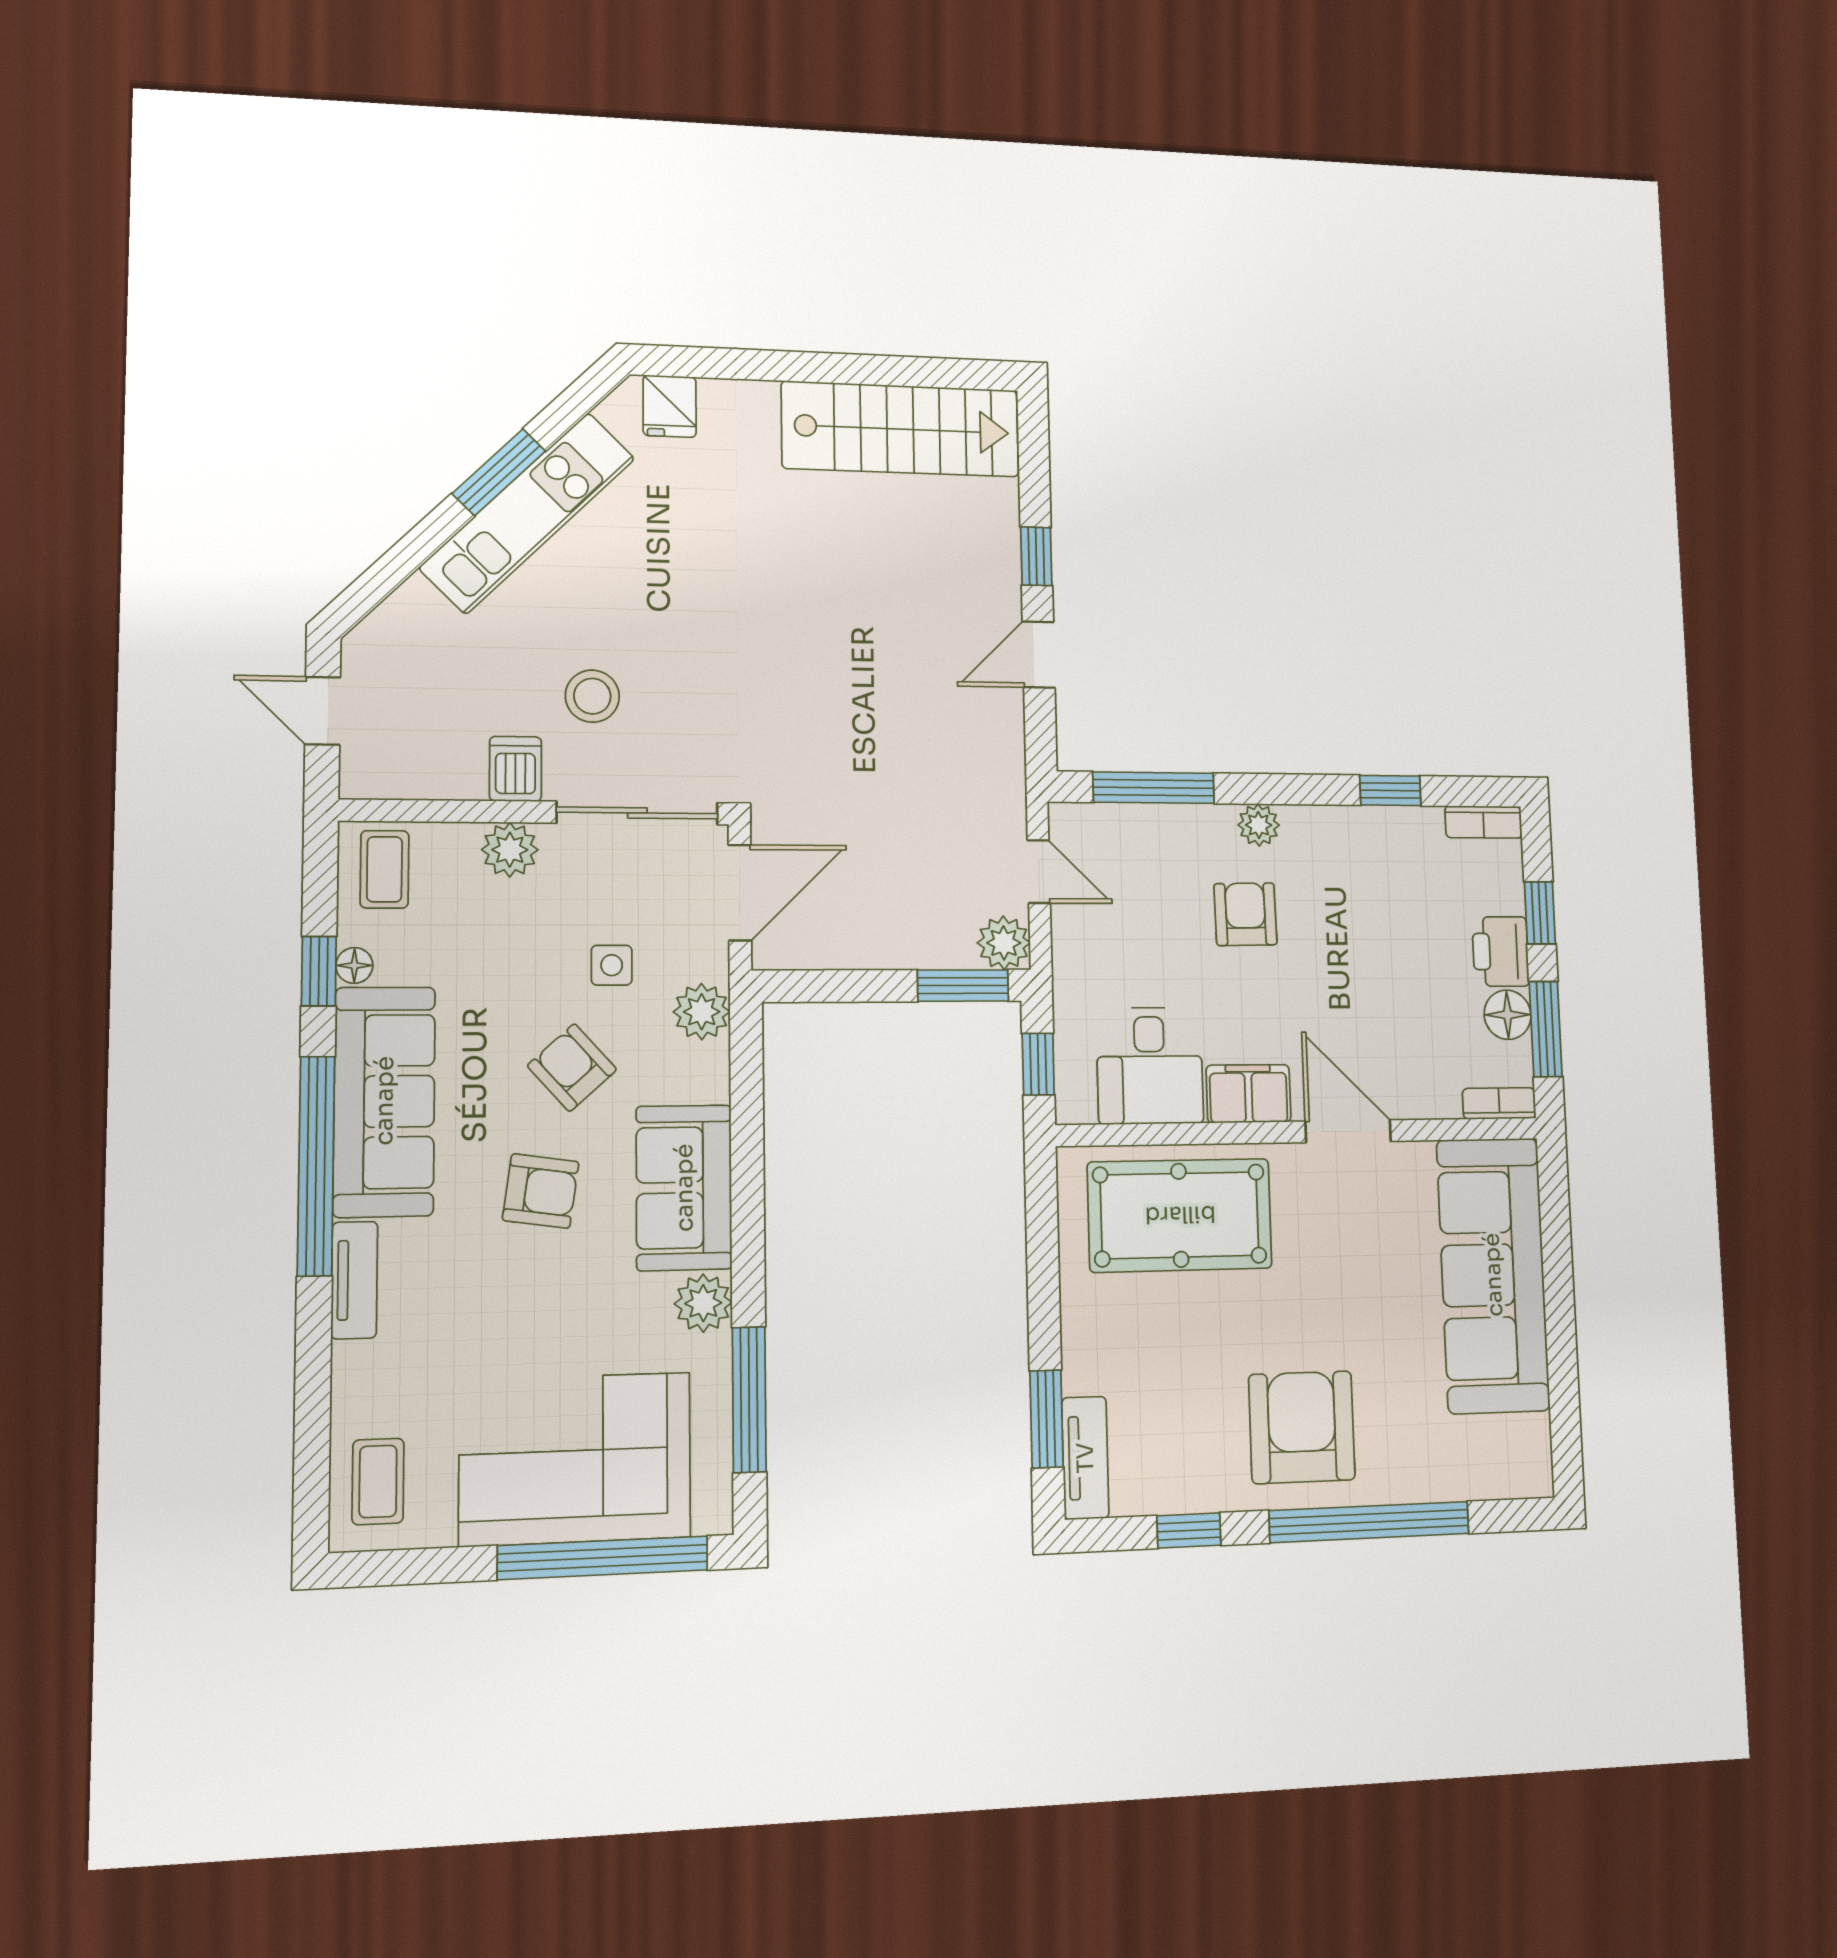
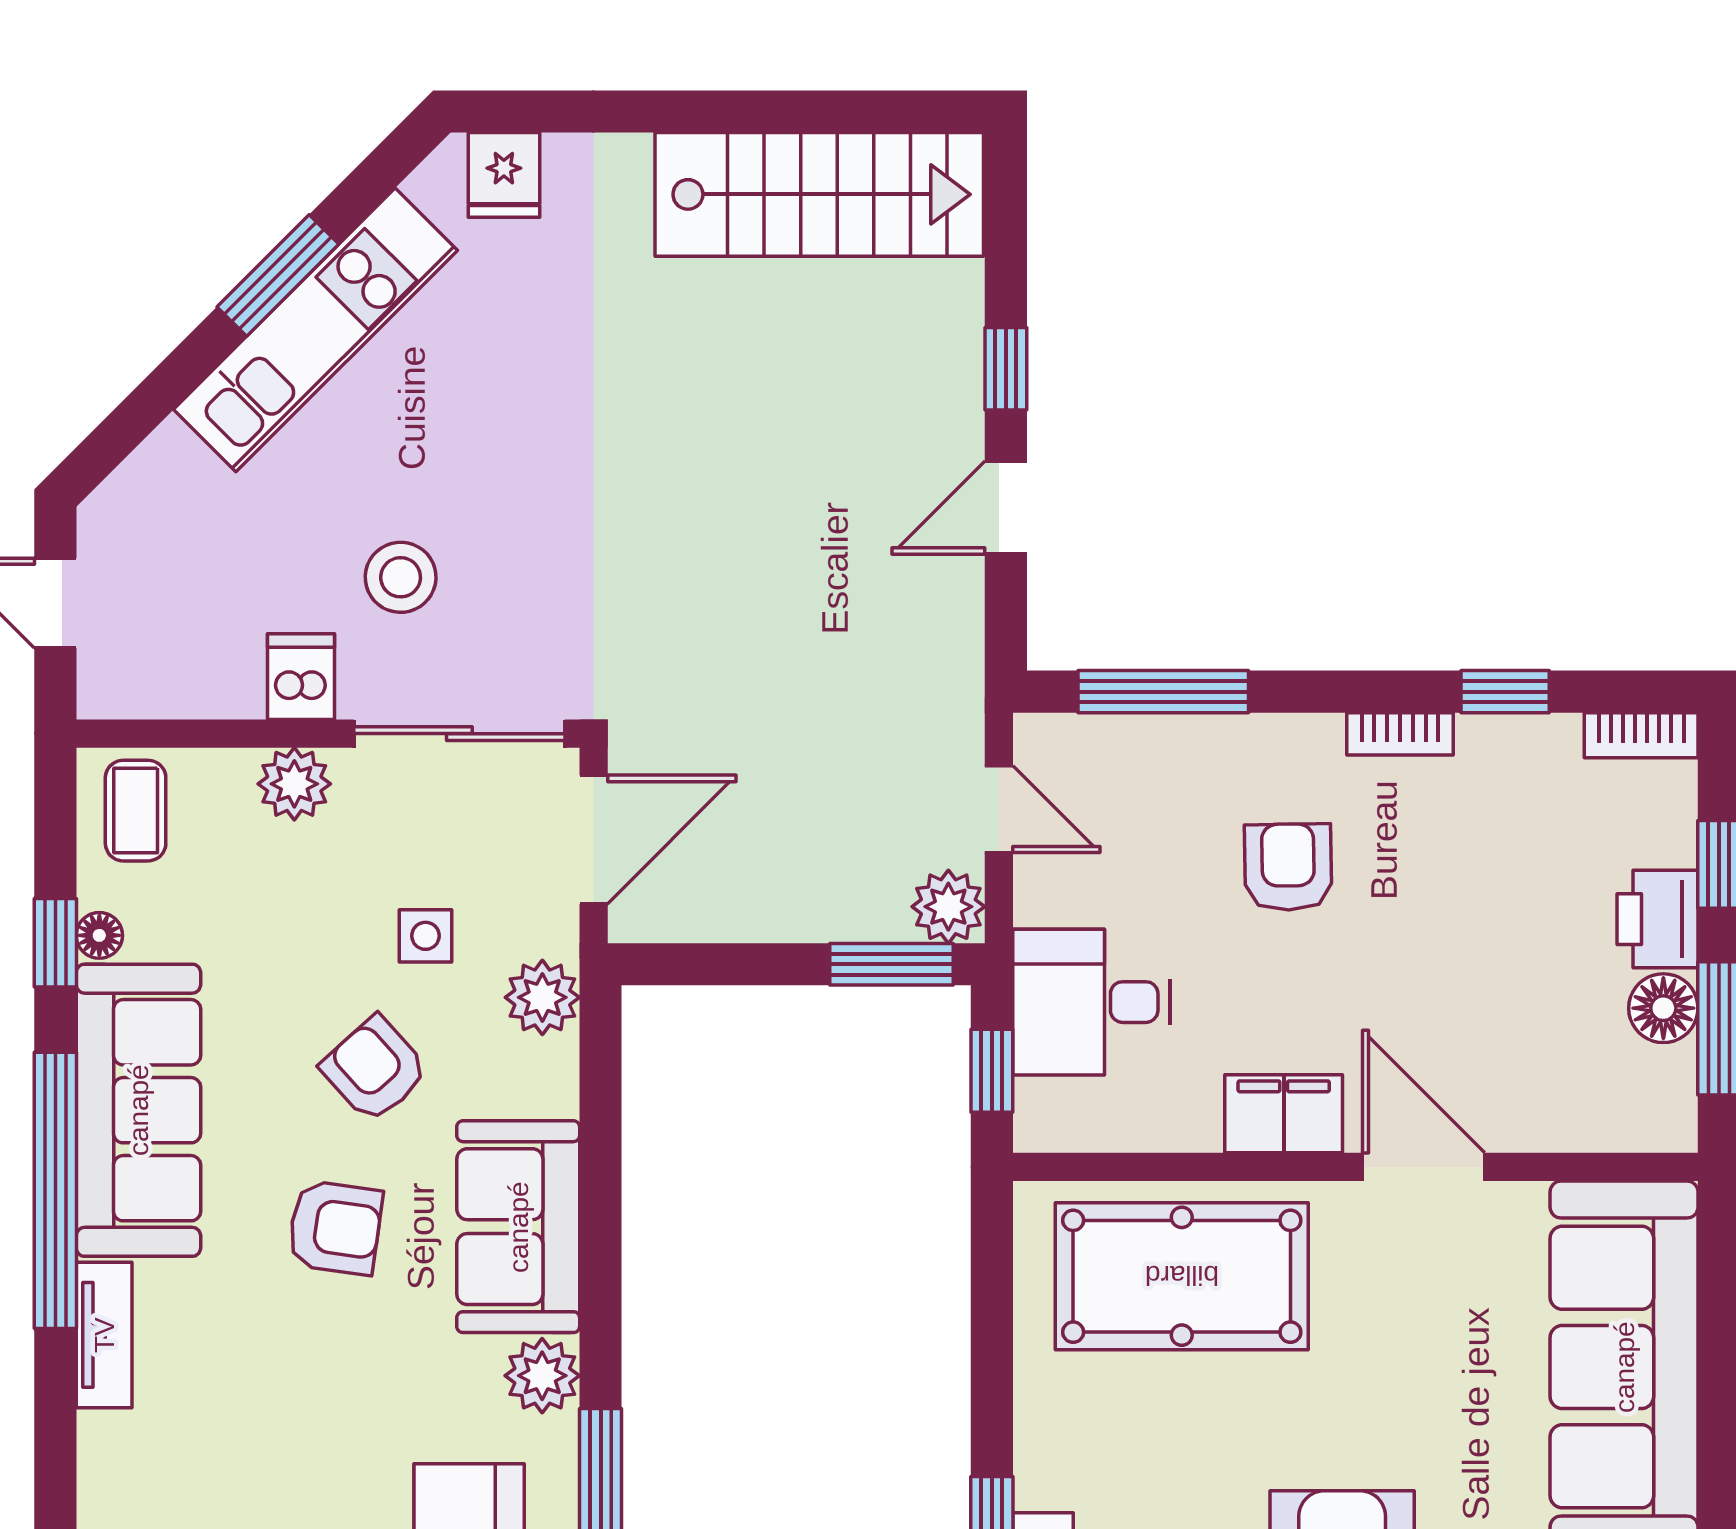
plant: (1259, 825) -> (1311, 742), removed
desk: (1150, 1066) -> (1092, 1002), moved, turned 90
bookcase: (1499, 1103) -> (1400, 734), moved, turned 180

